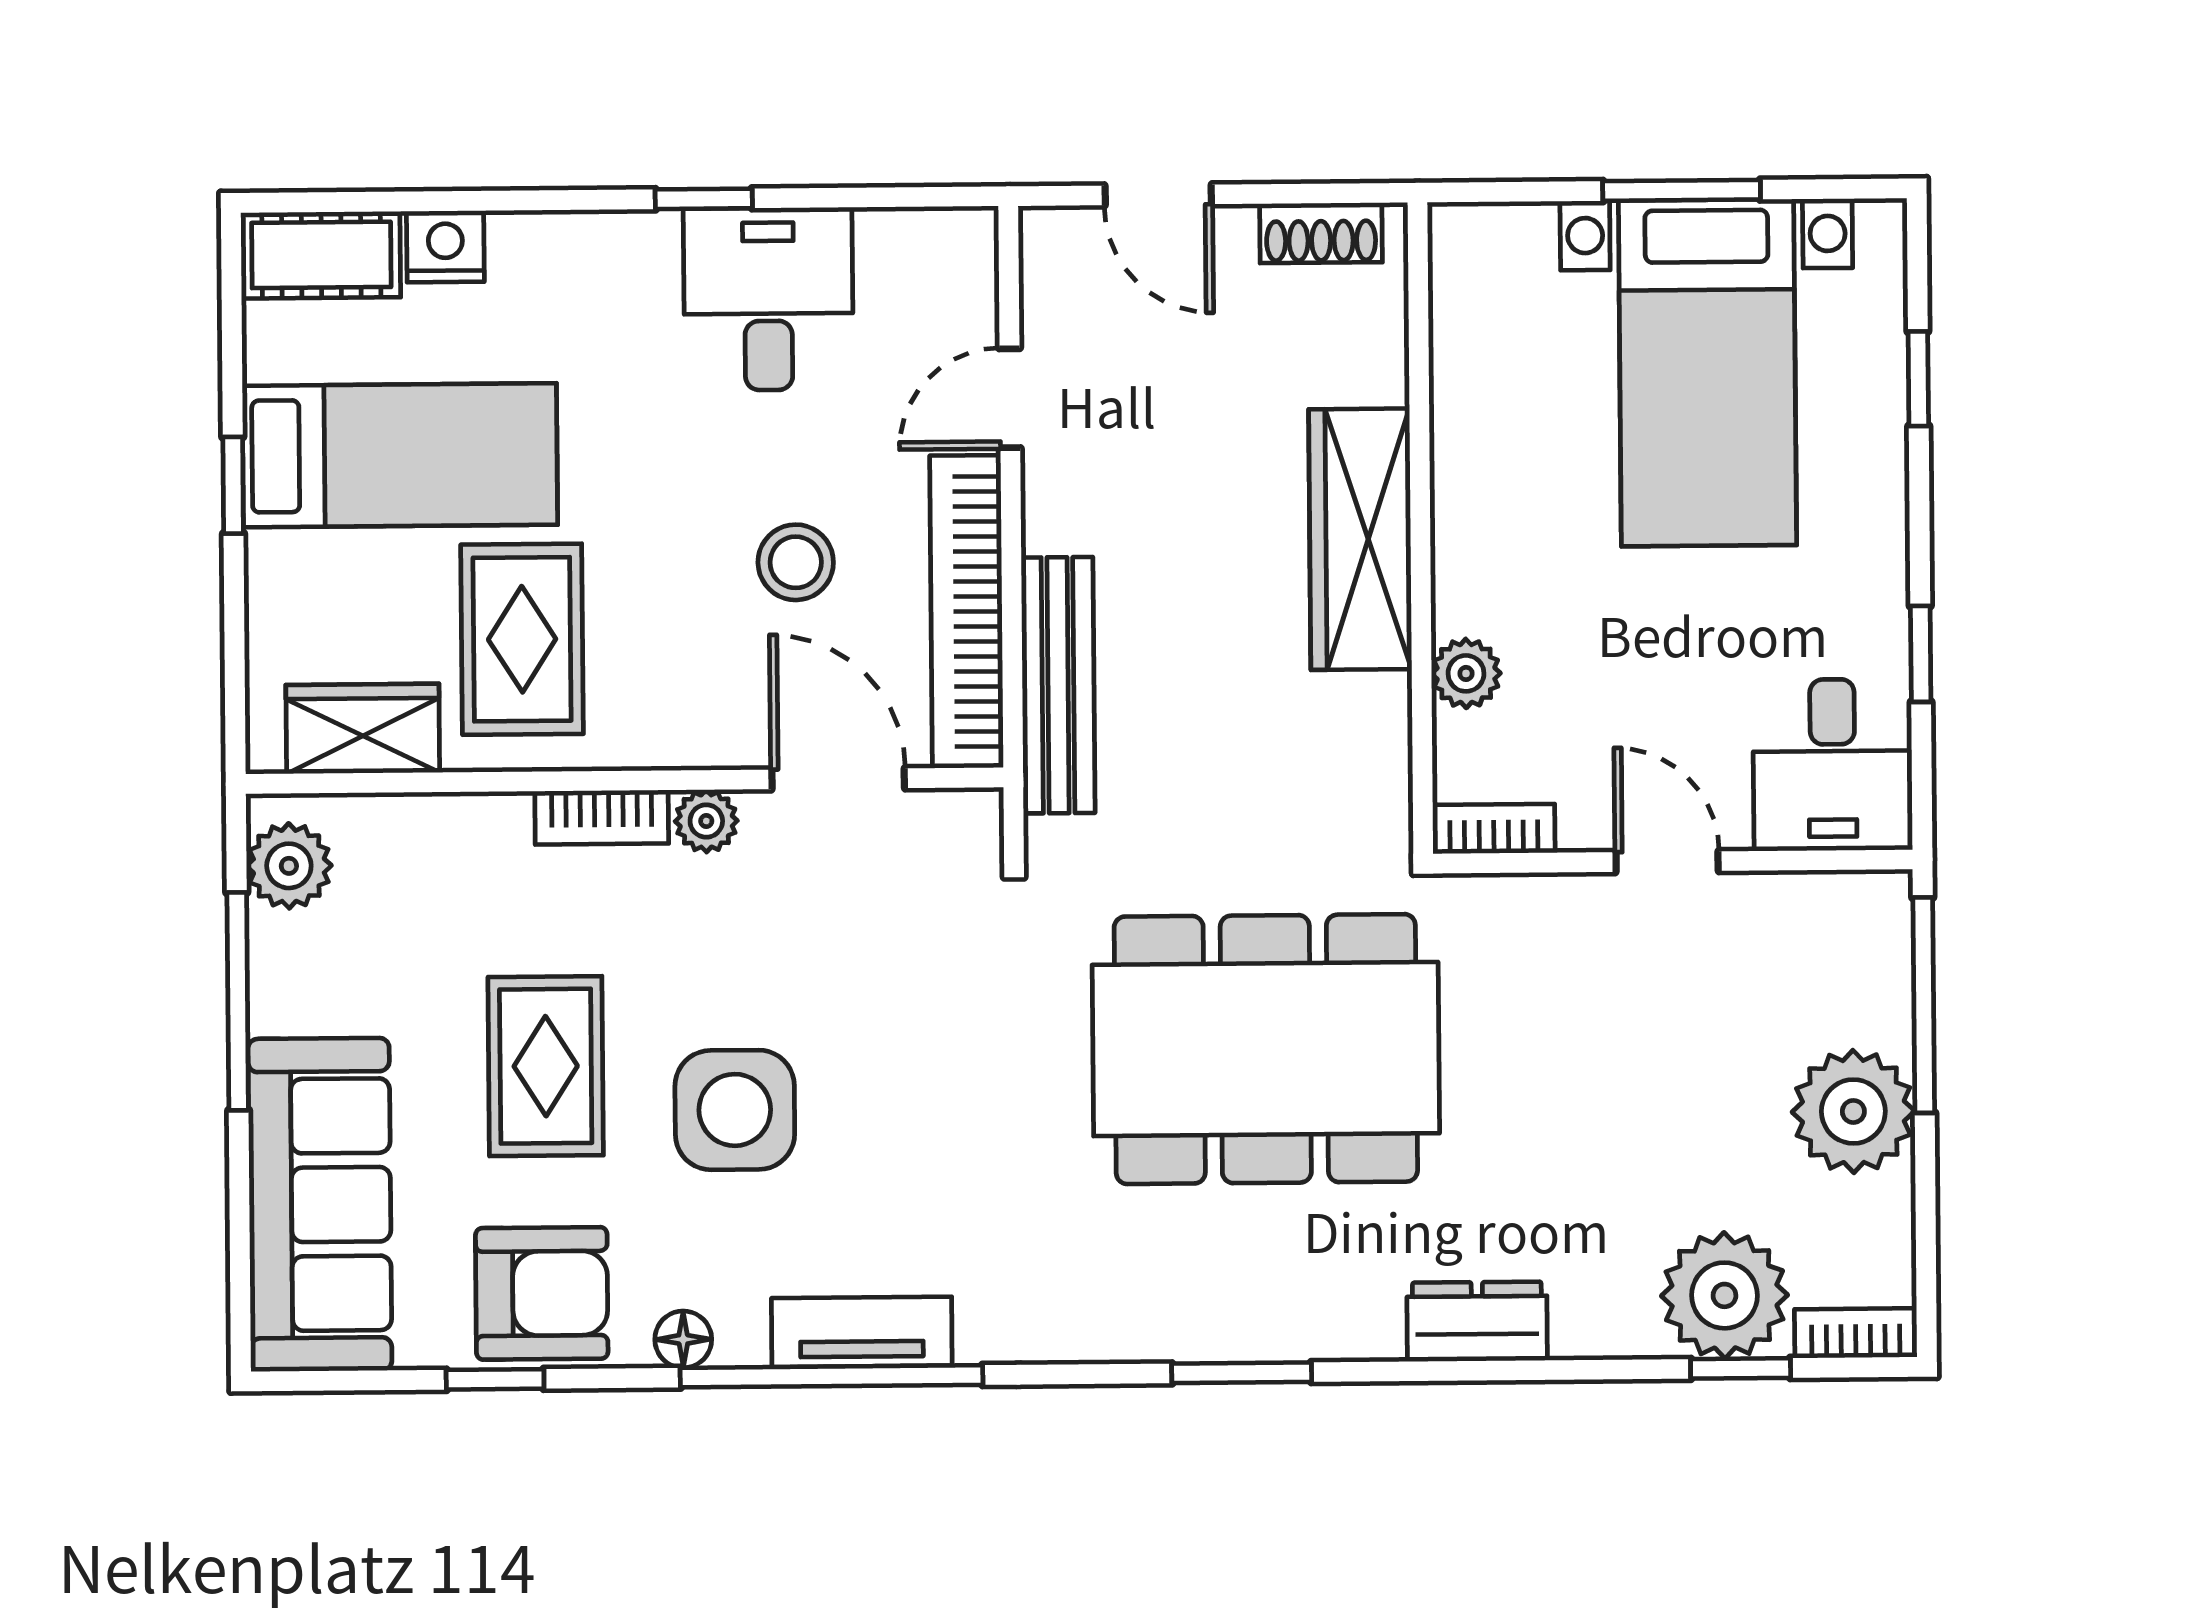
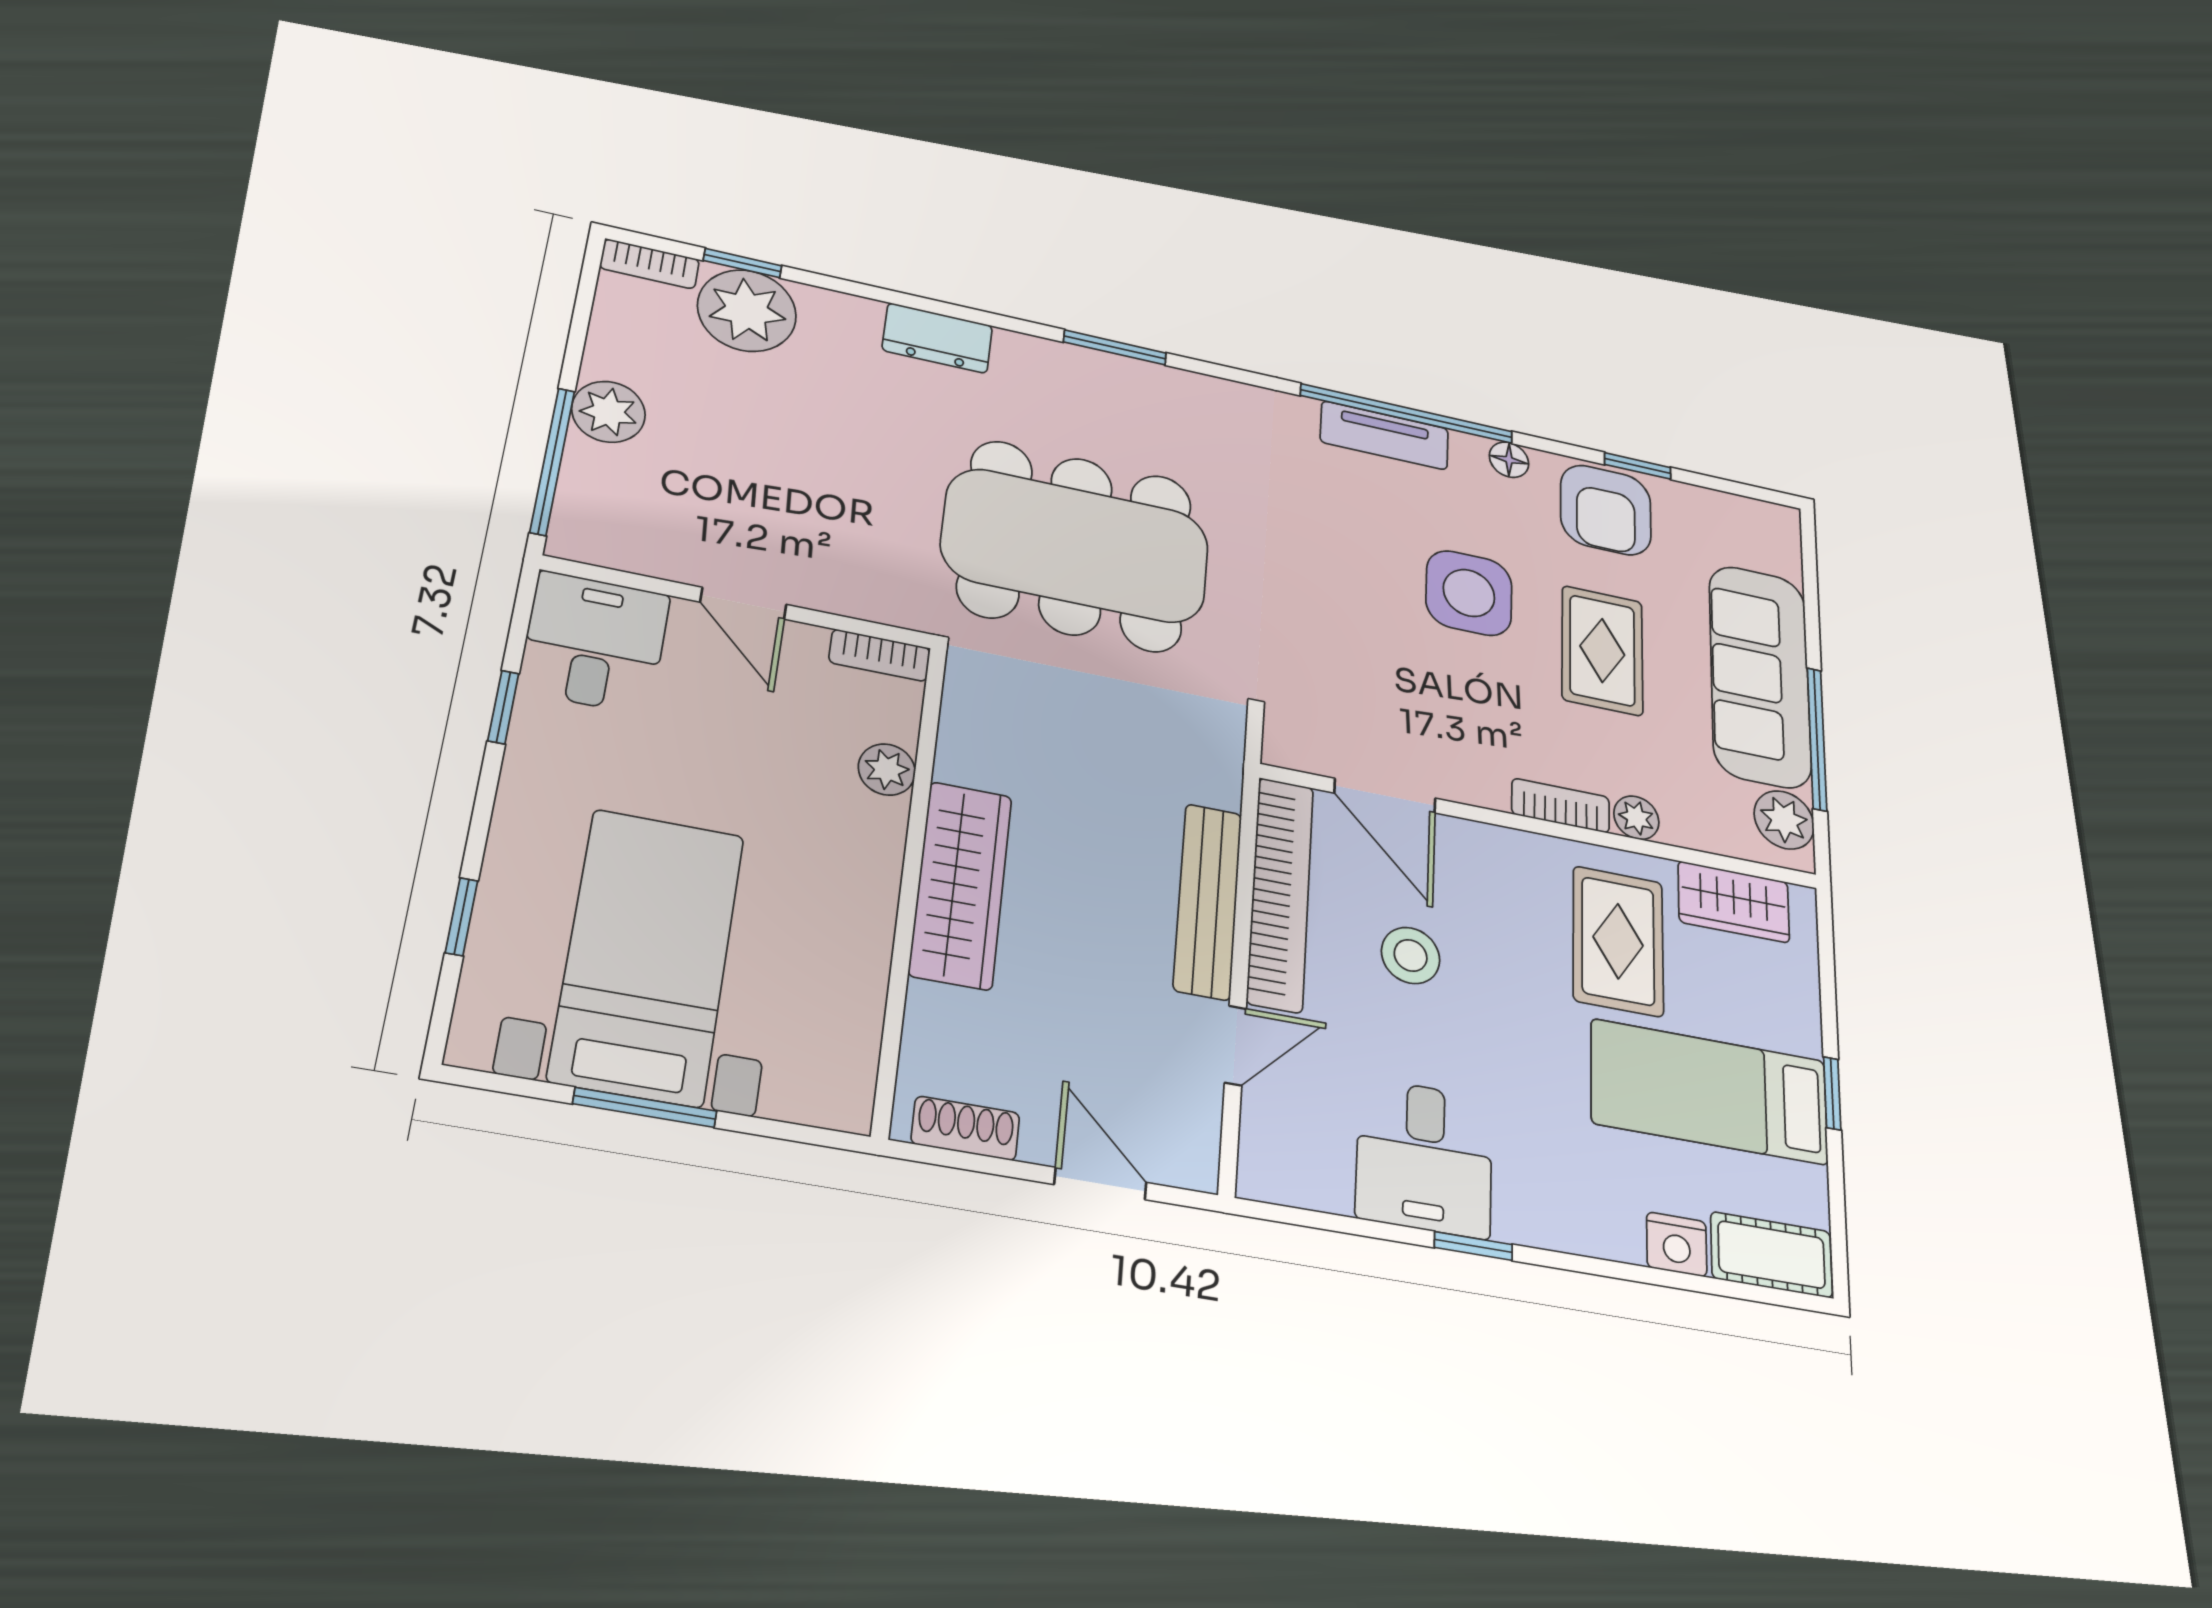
bench: (1058, 685) -> (1208, 901), moved
plant: (706, 821) -> (1636, 818), moved
plant: (1853, 1111) -> (608, 412), width x0.73, depth x0.73
sofa: (320, 1205) -> (1760, 676), moved
armchair: (542, 1293) -> (1606, 510), turned -90

